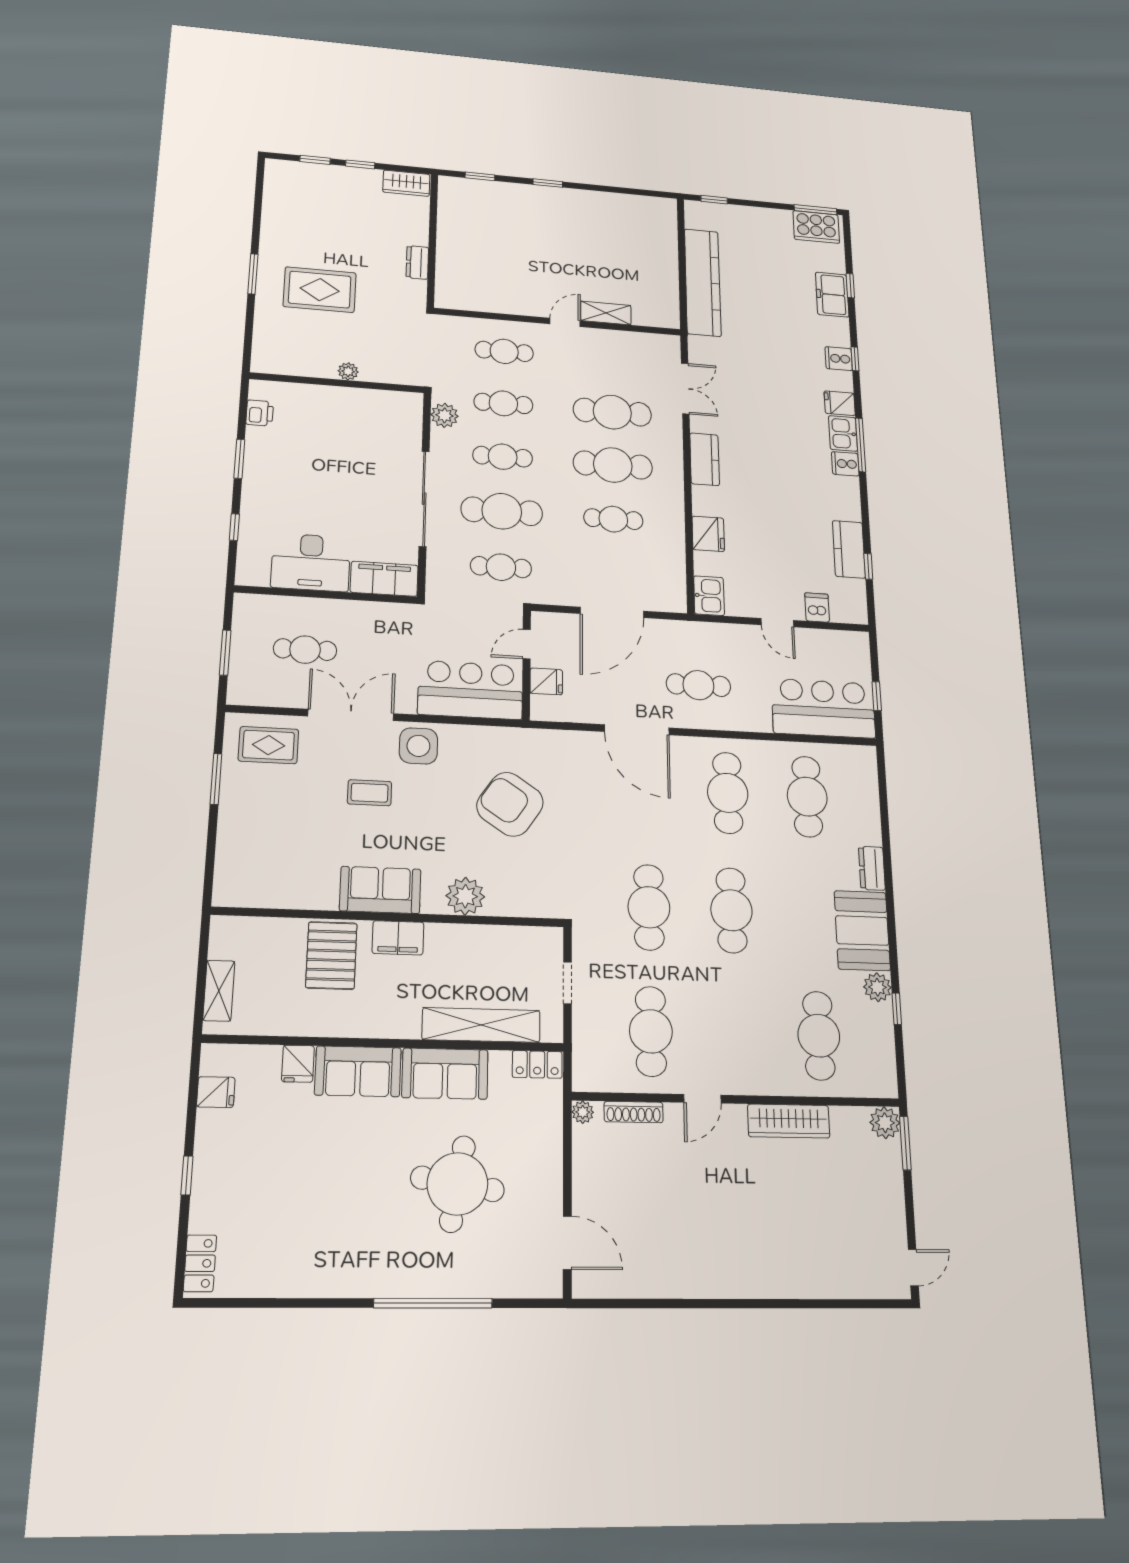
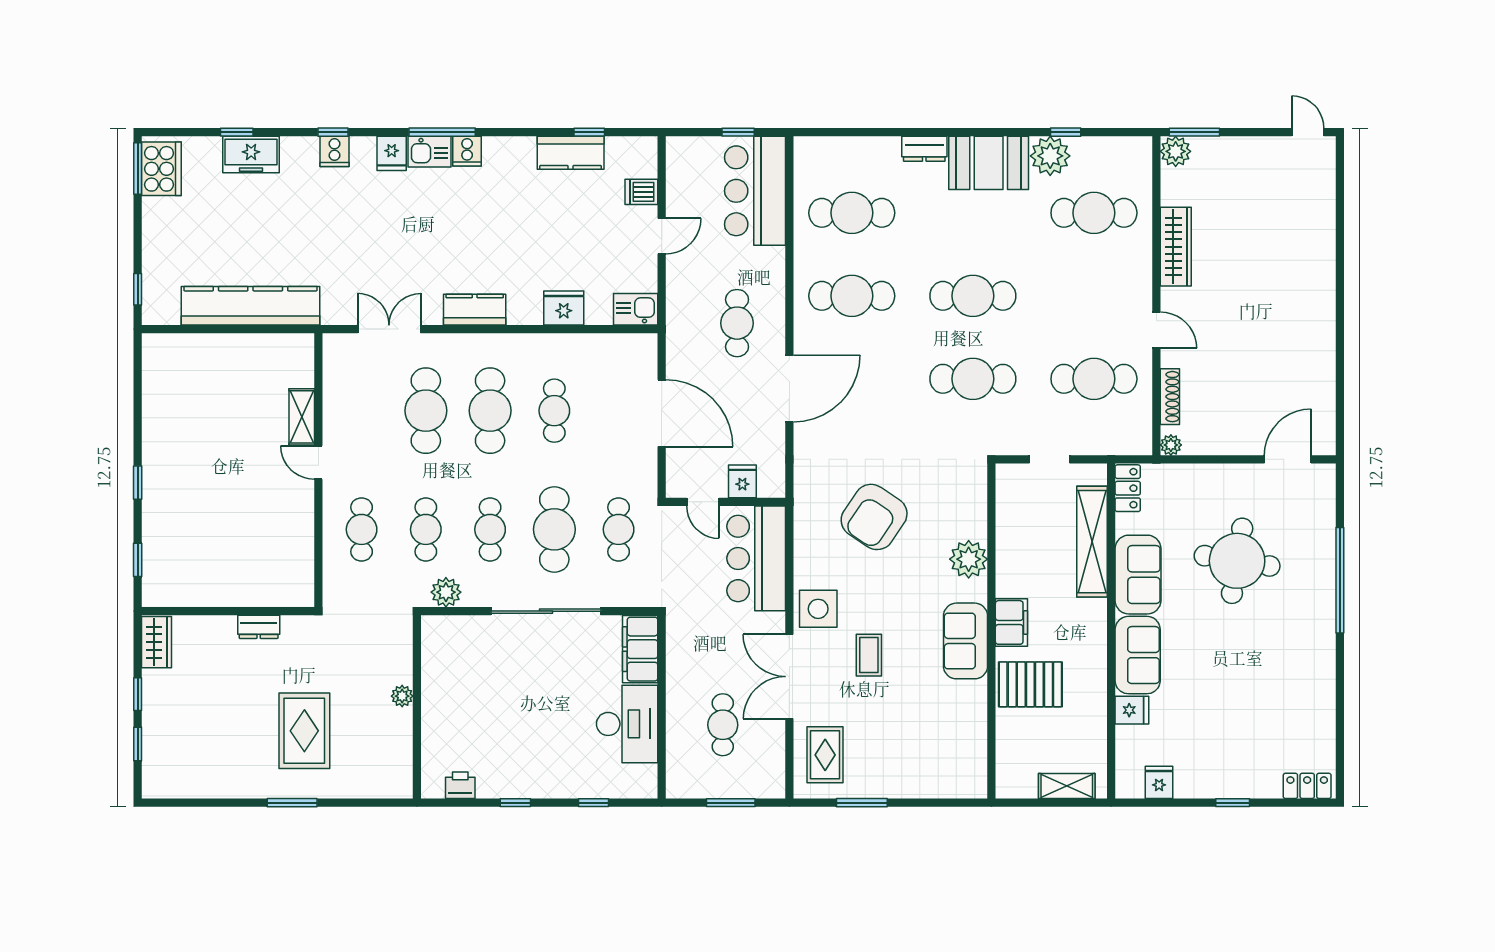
window: (239, 459) -> (515, 803), width x0.67
plant: (877, 987) -> (1050, 156), width x1.36, depth x1.36

